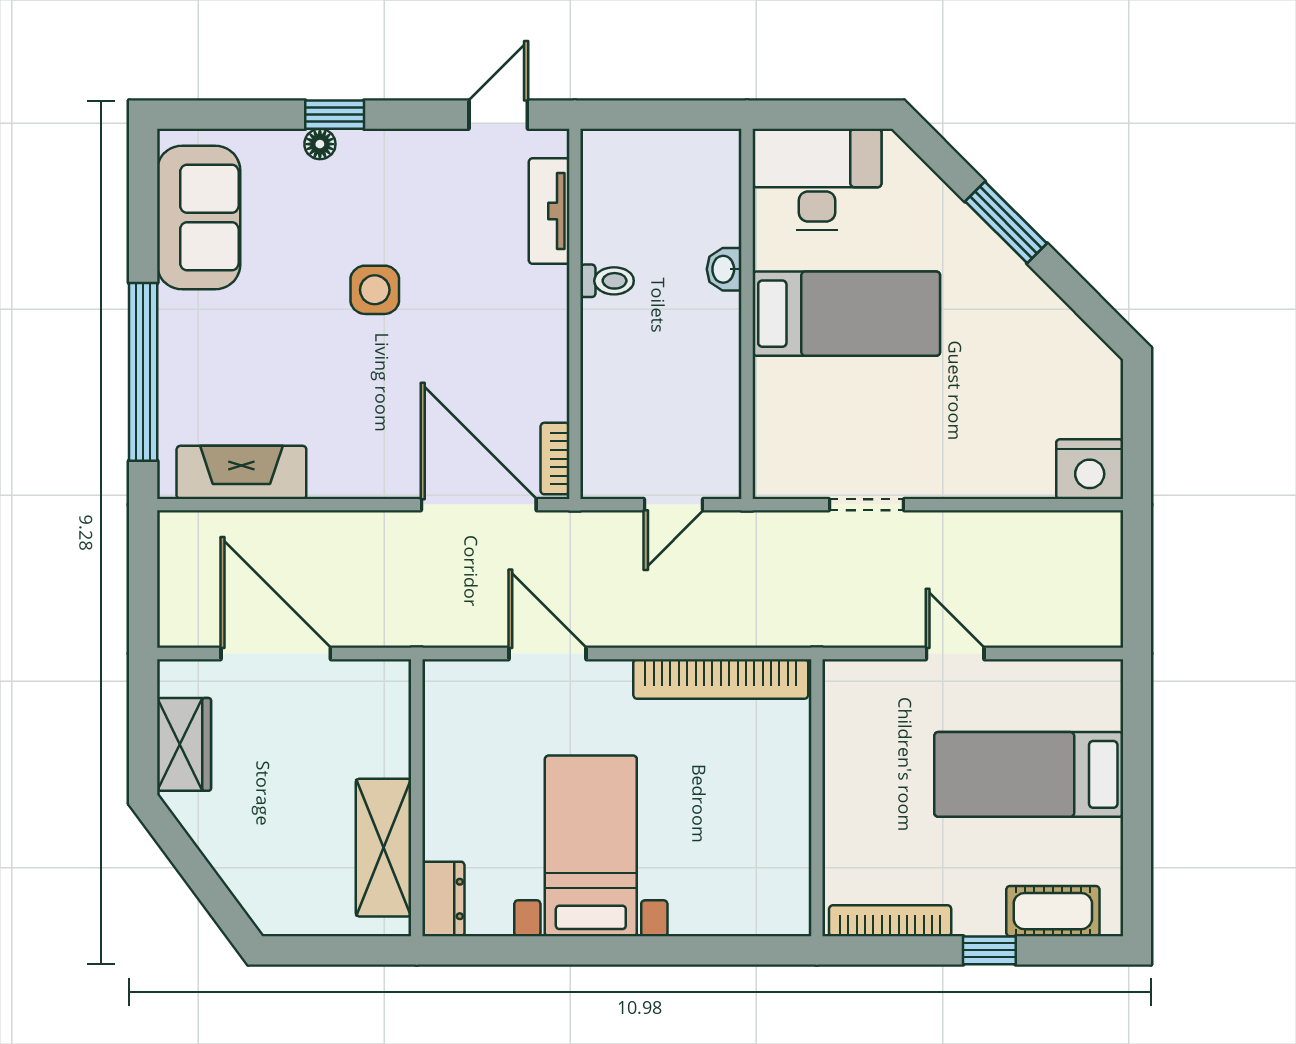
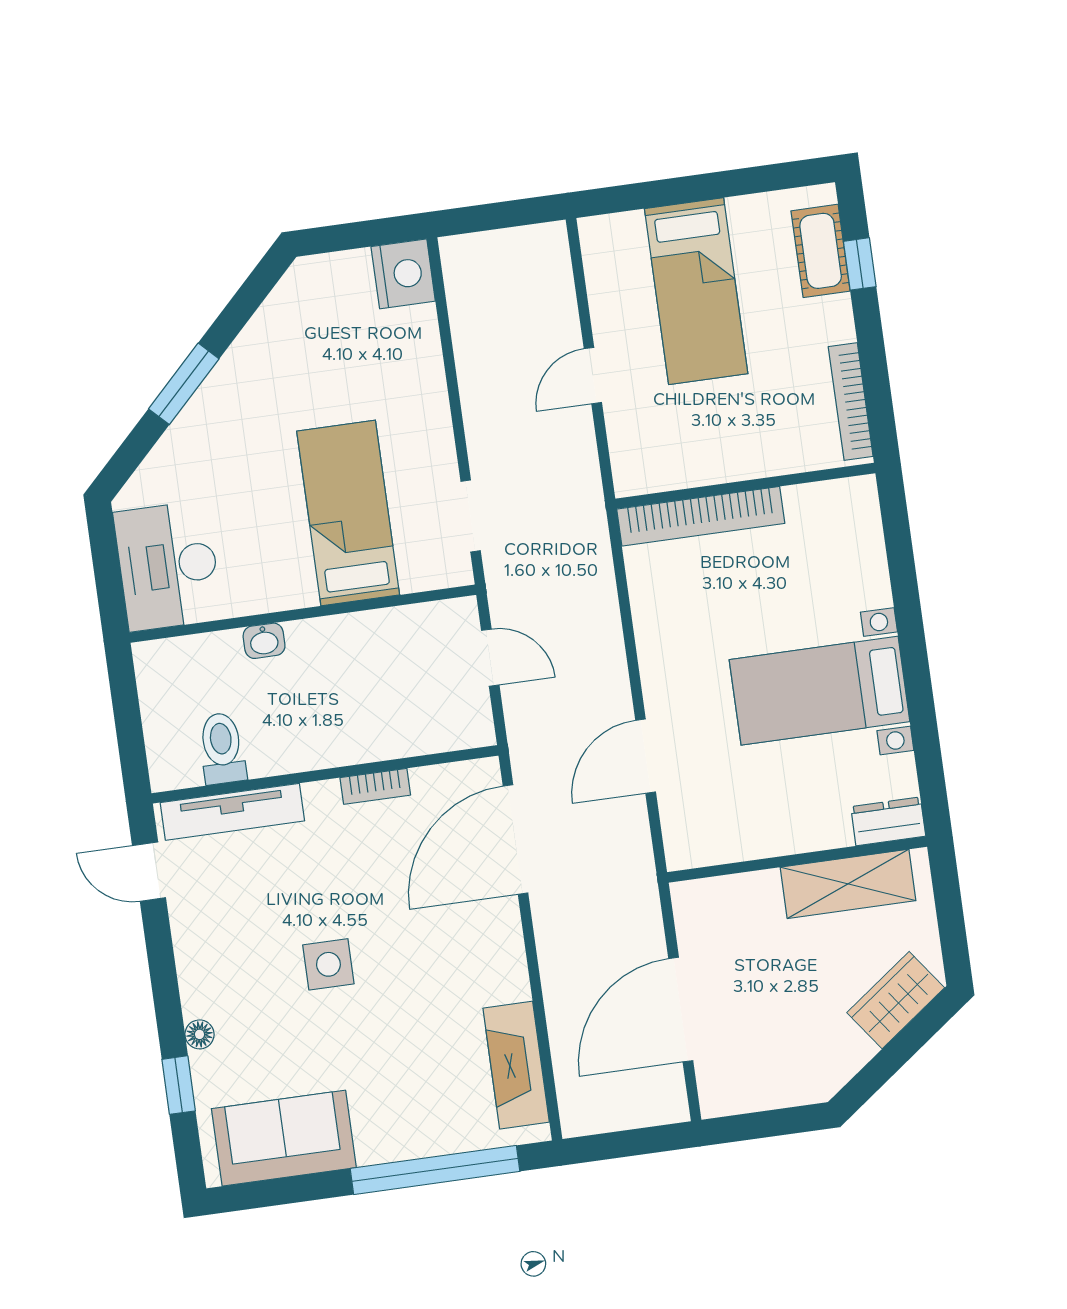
window: (335, 115) -> (179, 1085), moved
tv unit: (549, 211) -> (232, 812), width x1.41
toilet: (607, 281) -> (222, 748), moved, width x1.37, depth x1.39
bed: (846, 314) -> (348, 513), moved
bookcase: (555, 459) -> (375, 786), moved
doorway: (866, 505) -> (471, 516), moved
bookcase: (721, 679) -> (701, 516), moved, turned 90
wardrobe: (184, 744) -> (896, 1000), moved, turned -37
window: (989, 950) -> (860, 264), moved

